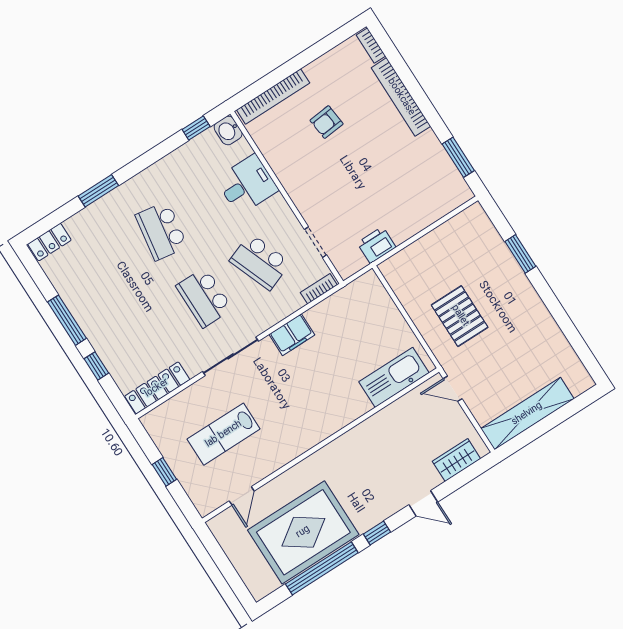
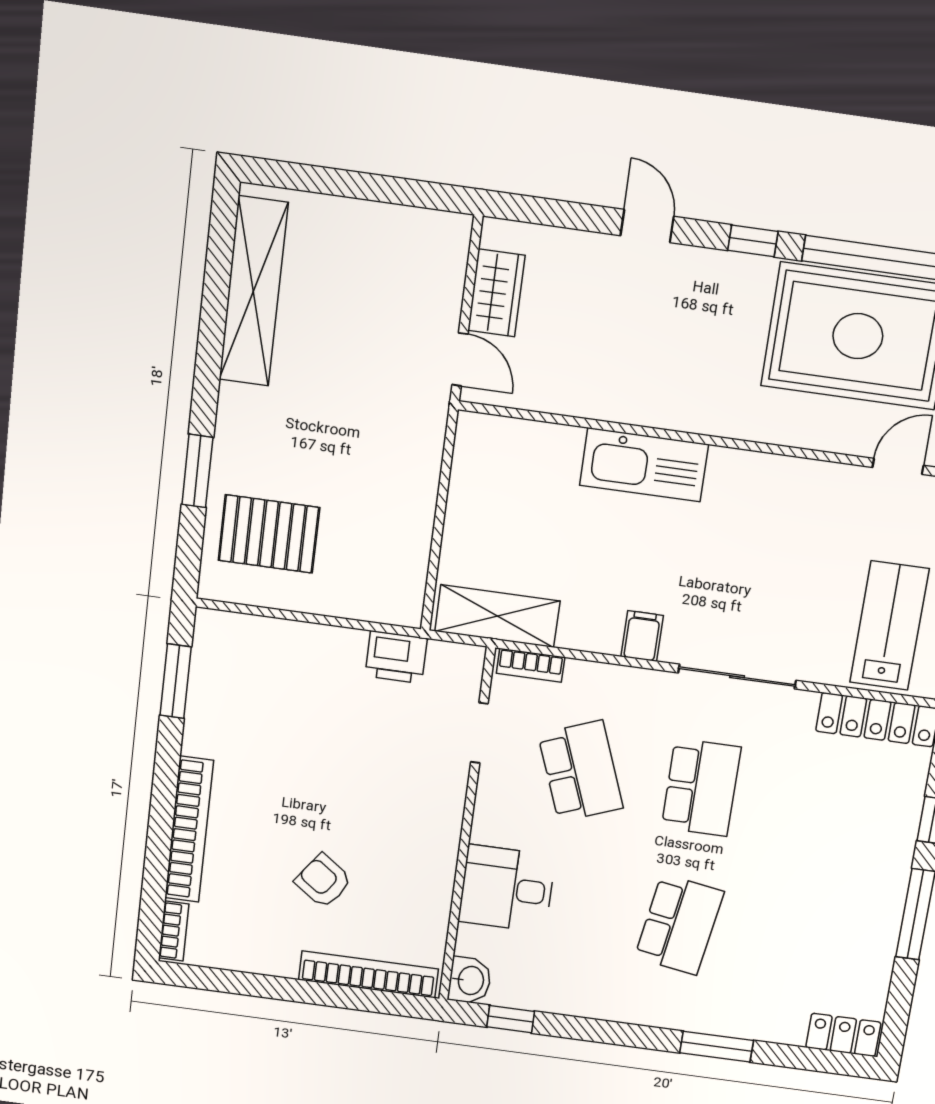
armchair: (327, 122) -> (323, 881), turned -138
shelving: (350, 298) -> (497, 616), added
pallet: (460, 316) -> (269, 534), moved, turned 90
filing cabinet: (292, 335) -> (642, 636), width x0.50
kitchen sink: (394, 377) -> (644, 465), moved
shelving: (527, 414) -> (253, 291), moved, turned 90
lab bench: (224, 434) -> (889, 626), moved, turned -90
wardrobe: (456, 460) -> (496, 293), moved, turned -90

